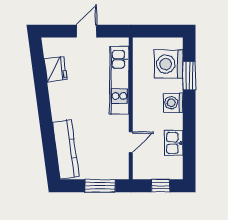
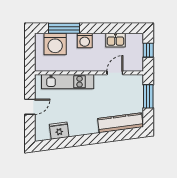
door: (87, 31) -> (30, 107), swing flipped
window: (189, 76) -> (64, 28), width x1.44
door: (131, 142) -> (115, 73), hinge flipped

